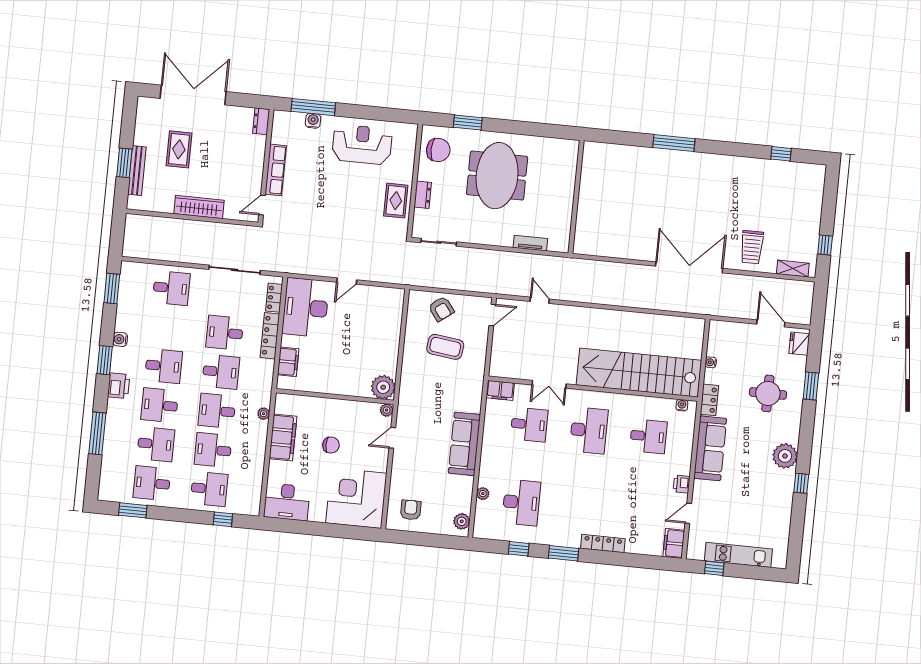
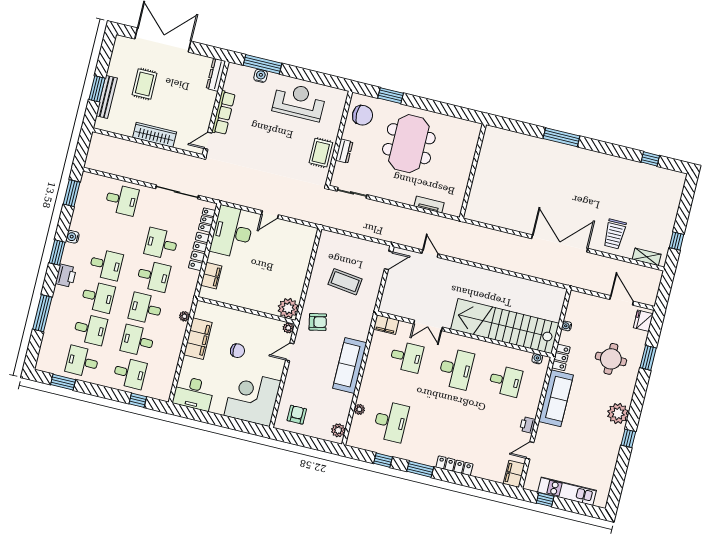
dresser: (261, 121) -> (216, 75), width x1.44
armchair: (441, 309) -> (318, 322), moved, turned -65
desk: (160, 405) -> (98, 297), turned 180

